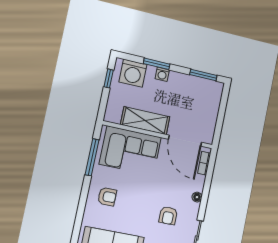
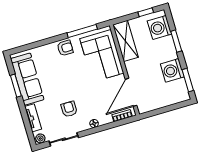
washing machine: (162, 74) -> (172, 70), moved, width x1.89, depth x1.89
shelving: (145, 121) -> (126, 41), moved
armchair: (107, 197) -> (65, 48), moved, turned -90
armchair: (168, 216) -> (69, 109), turned 90

